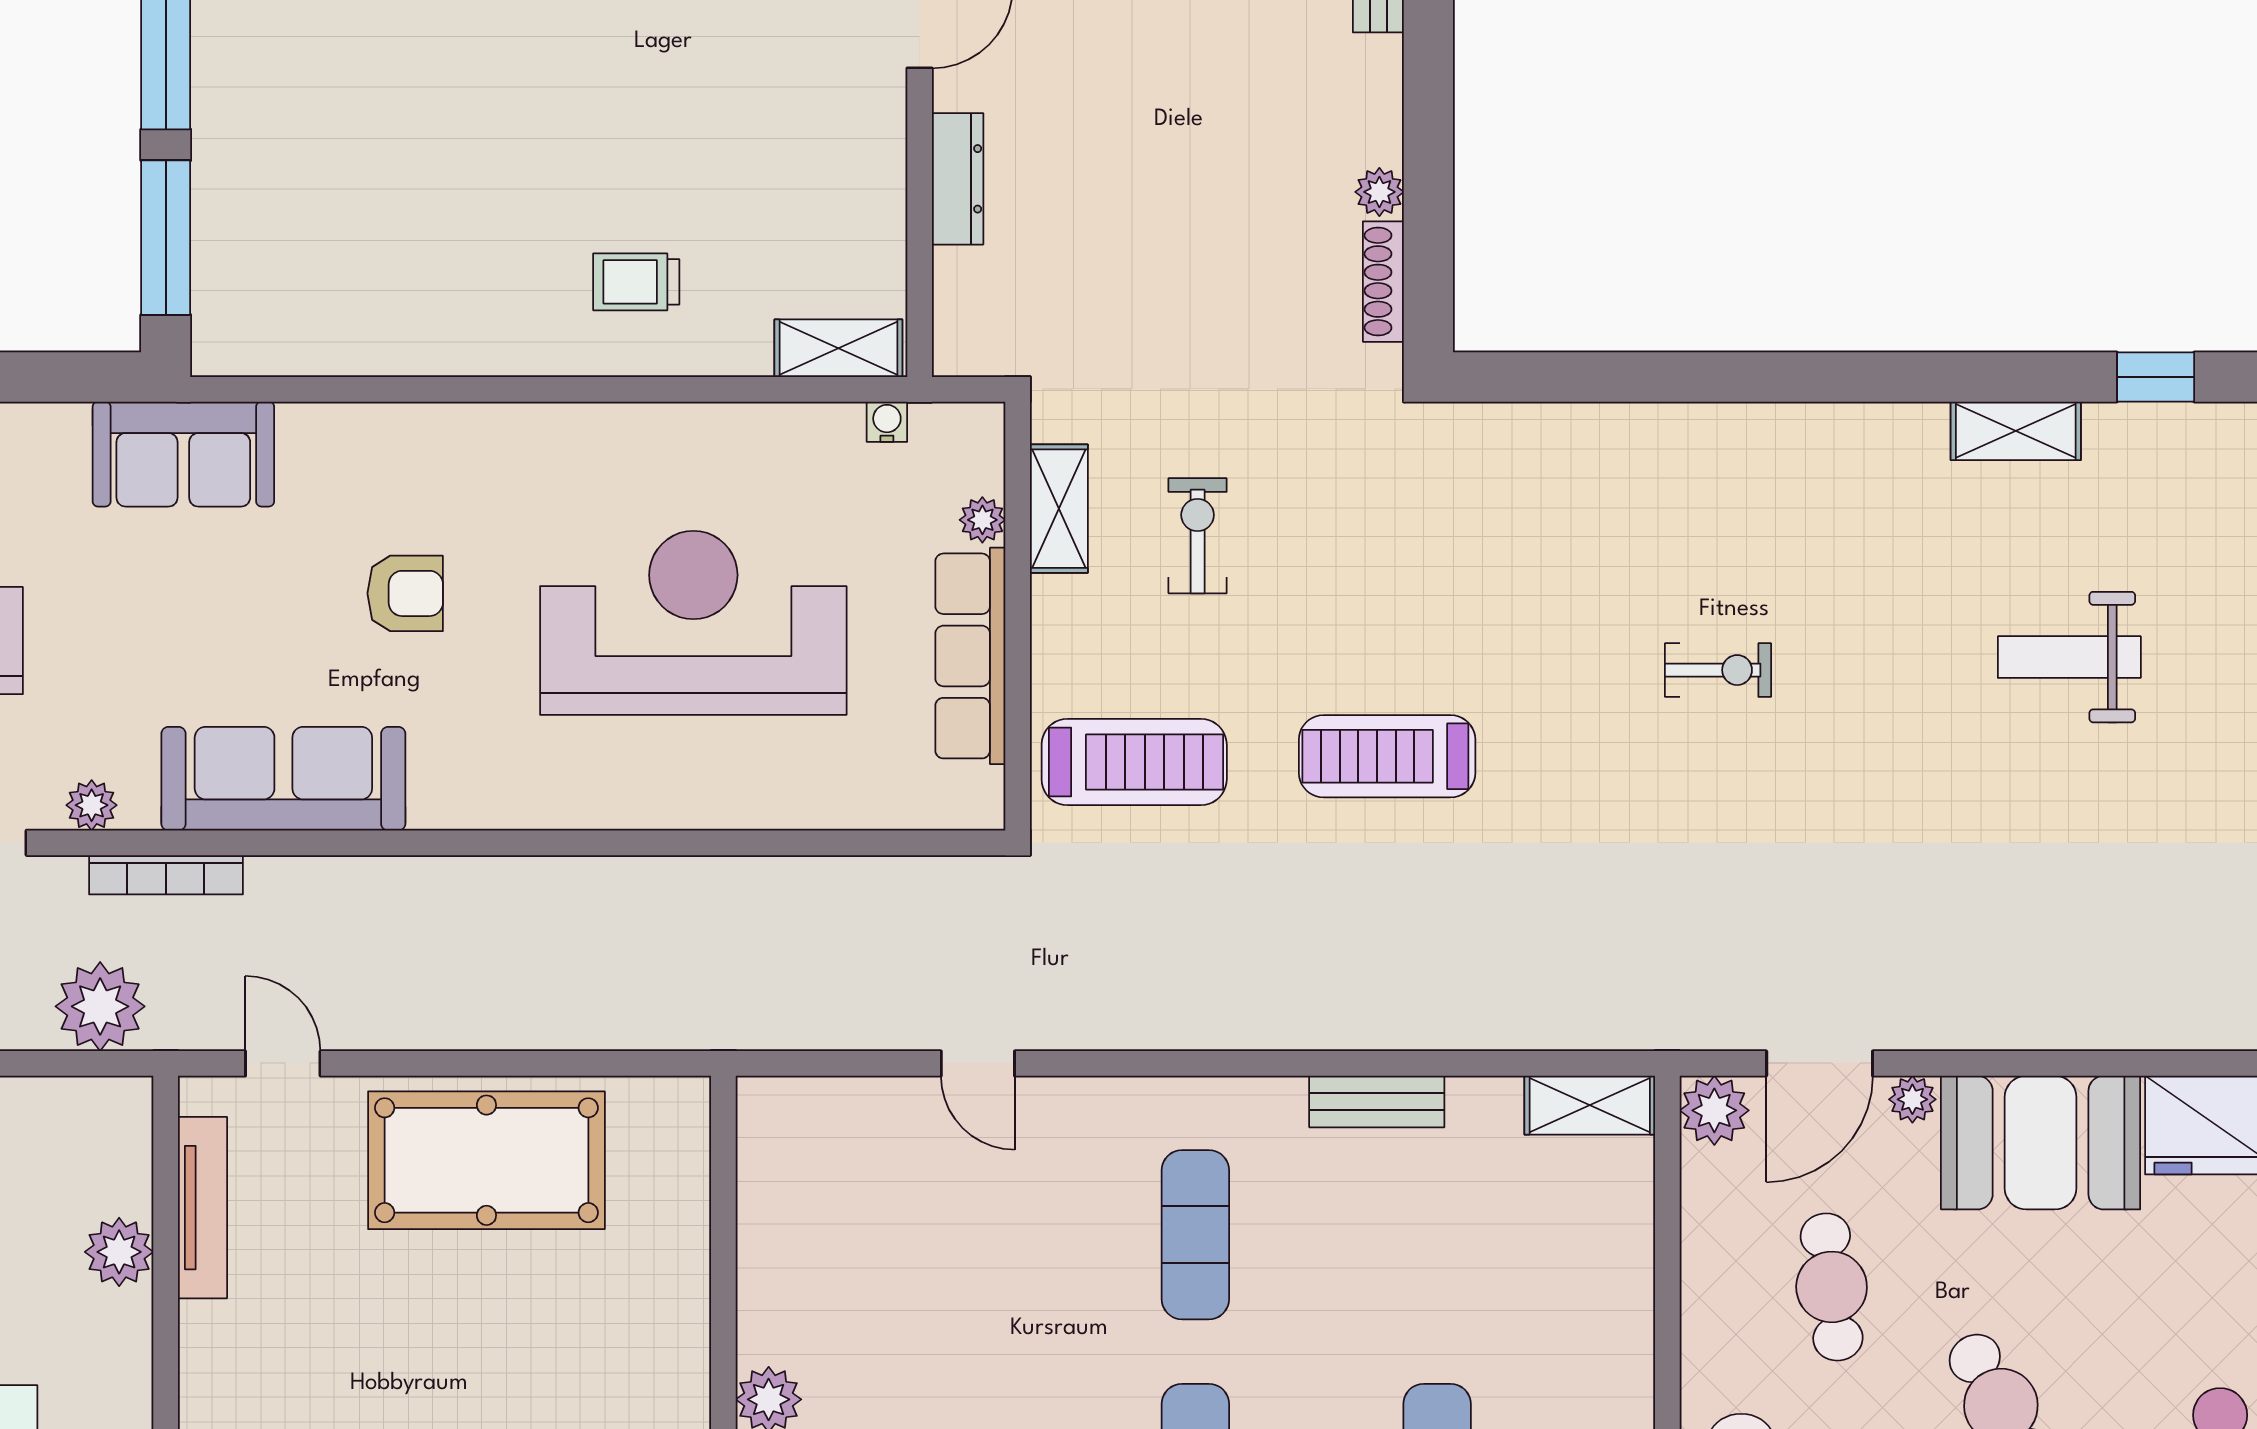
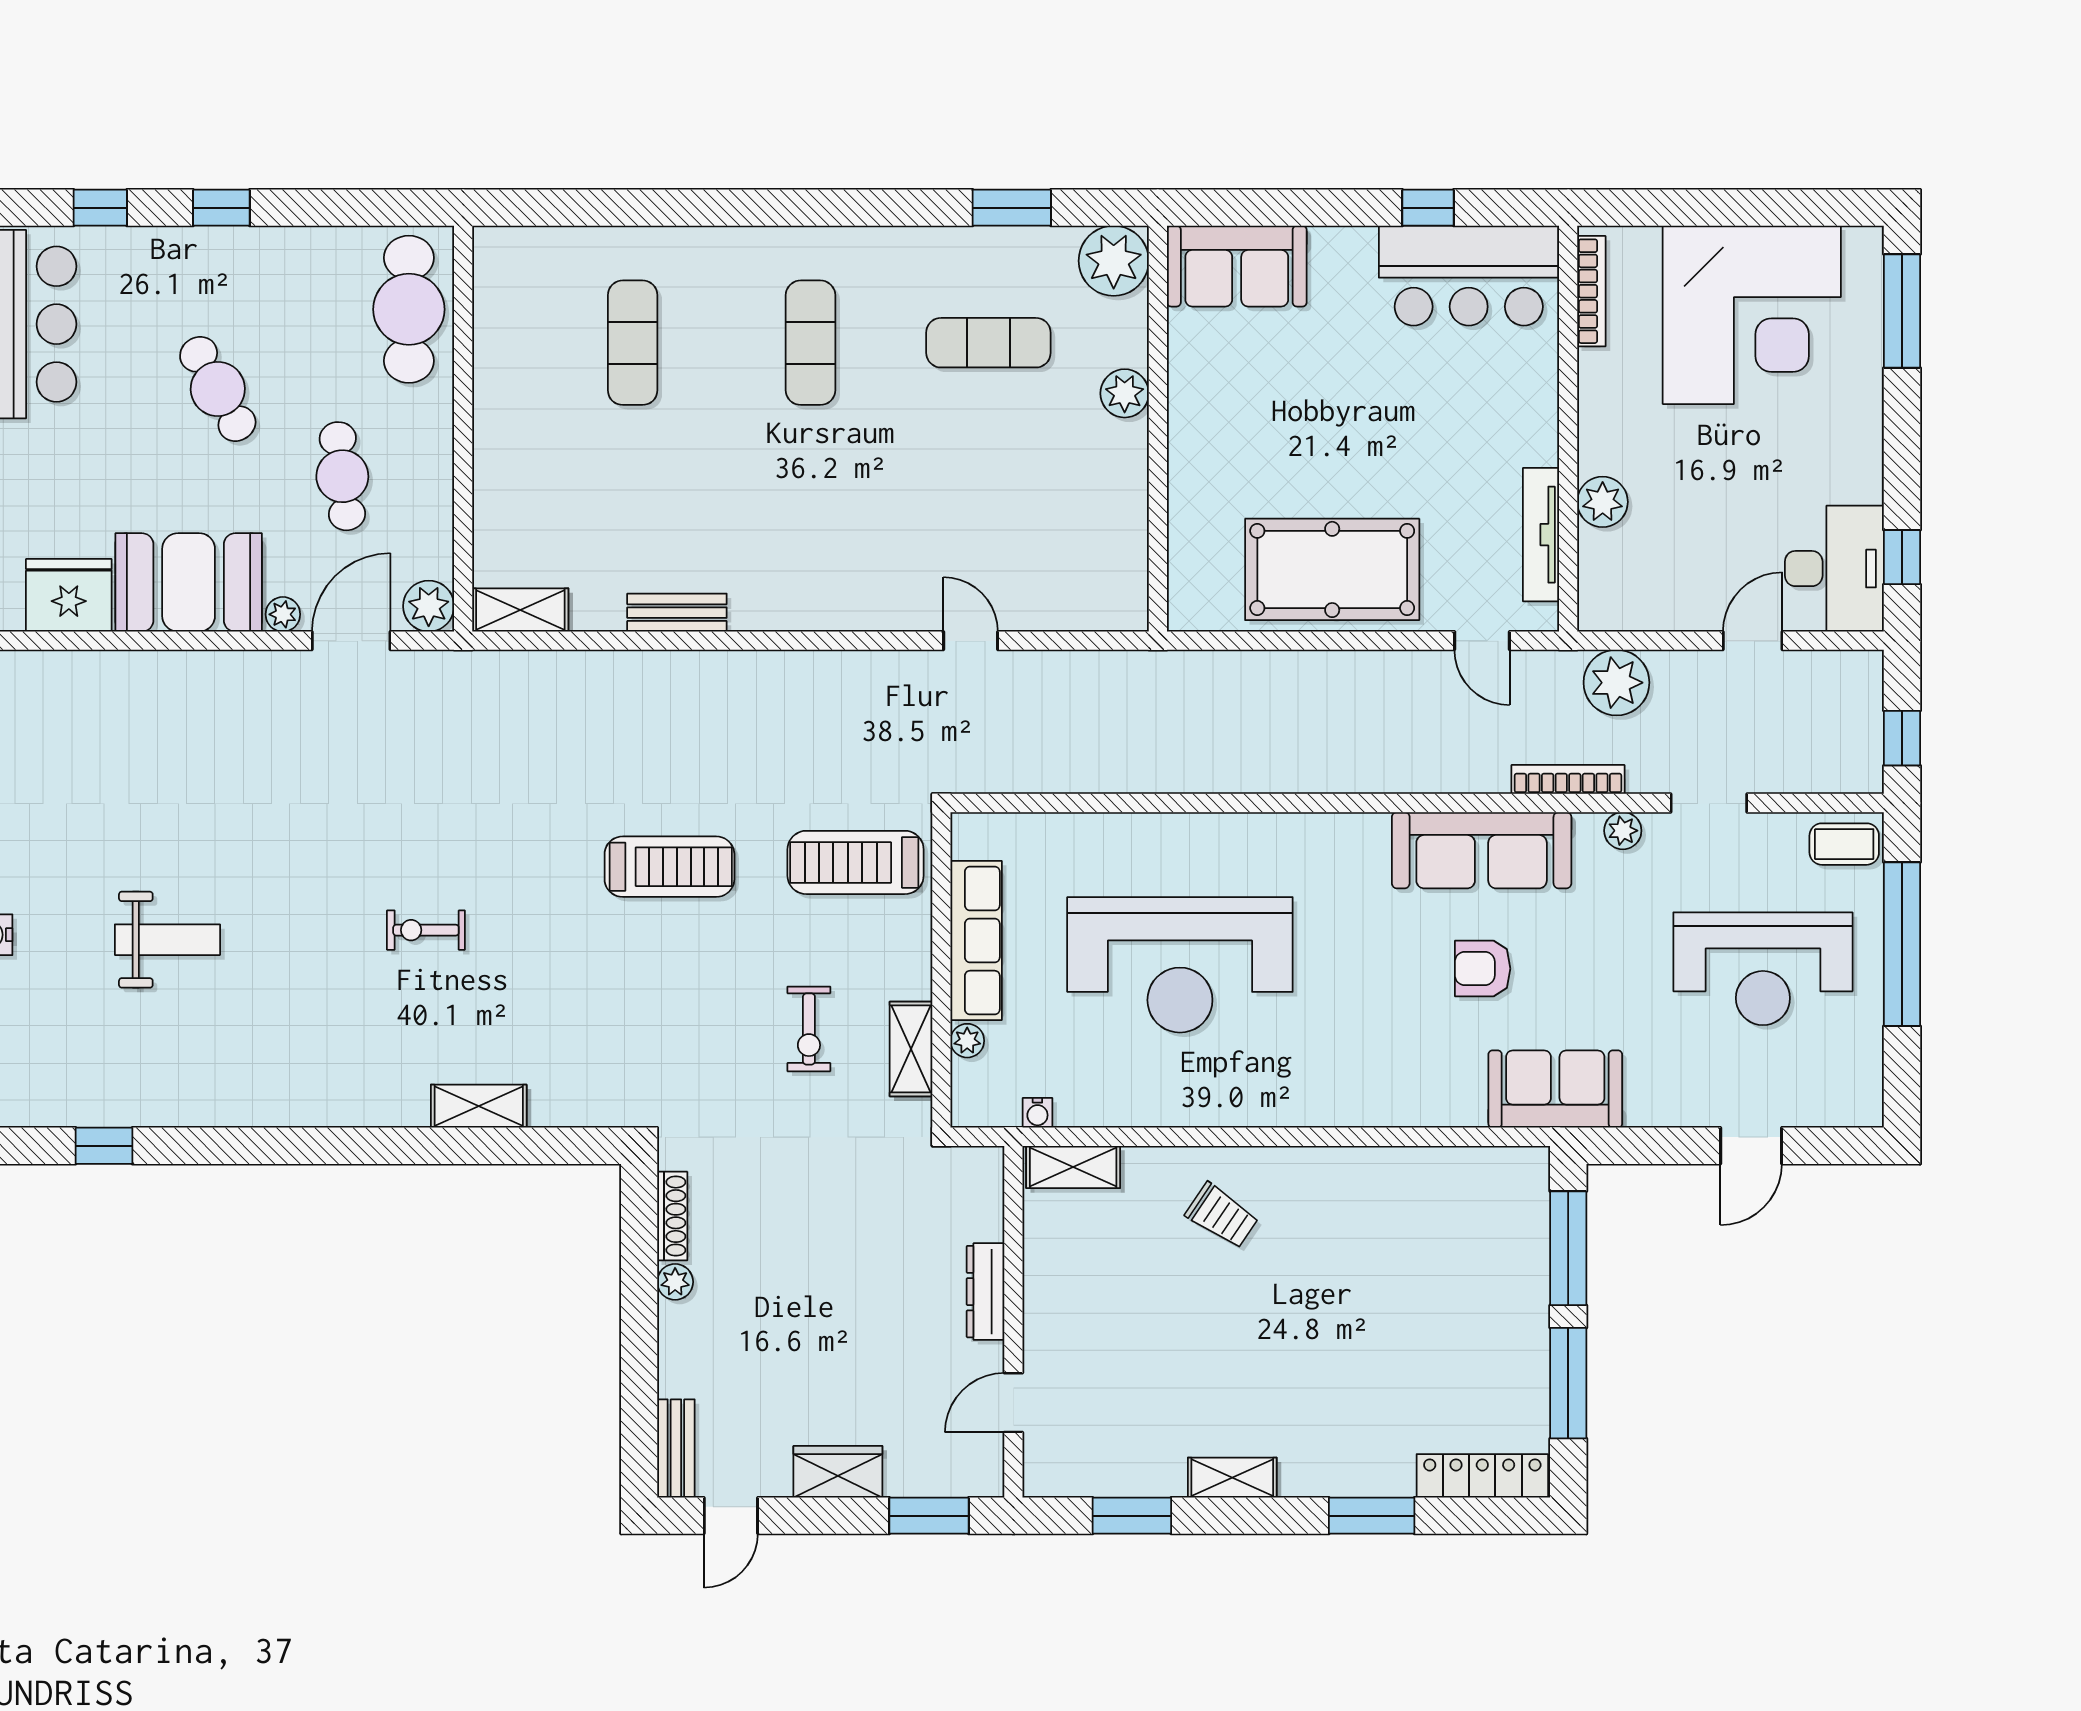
trolley: (636, 282) -> (1222, 1216), turned 34
shelving: (2016, 431) -> (479, 1106), moved
armchair: (405, 593) -> (1483, 969), moved
exercise mat: (1195, 1235) -> (811, 515), removed

